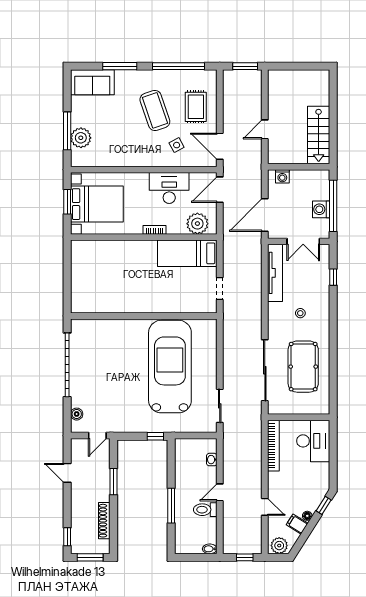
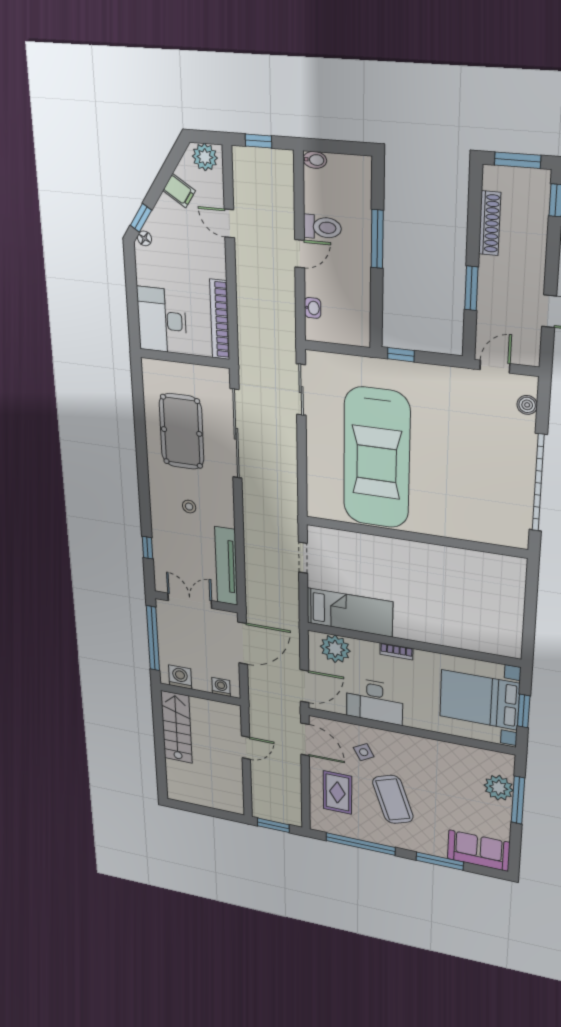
washing machine: (321, 209) -> (180, 677), moved, turned -90
floor lamp: (307, 516) -> (145, 238), moved

